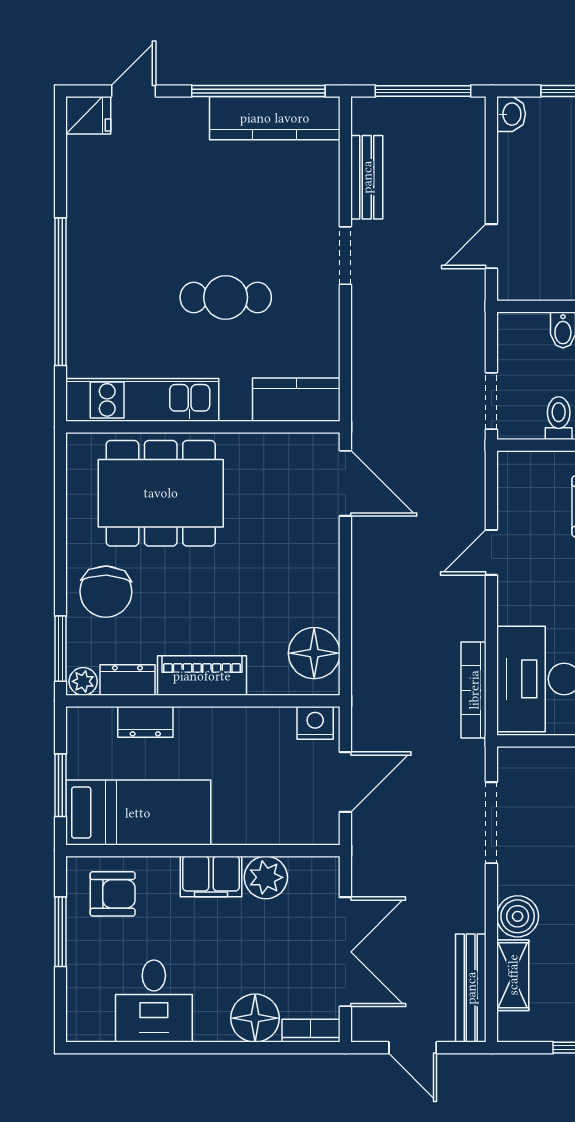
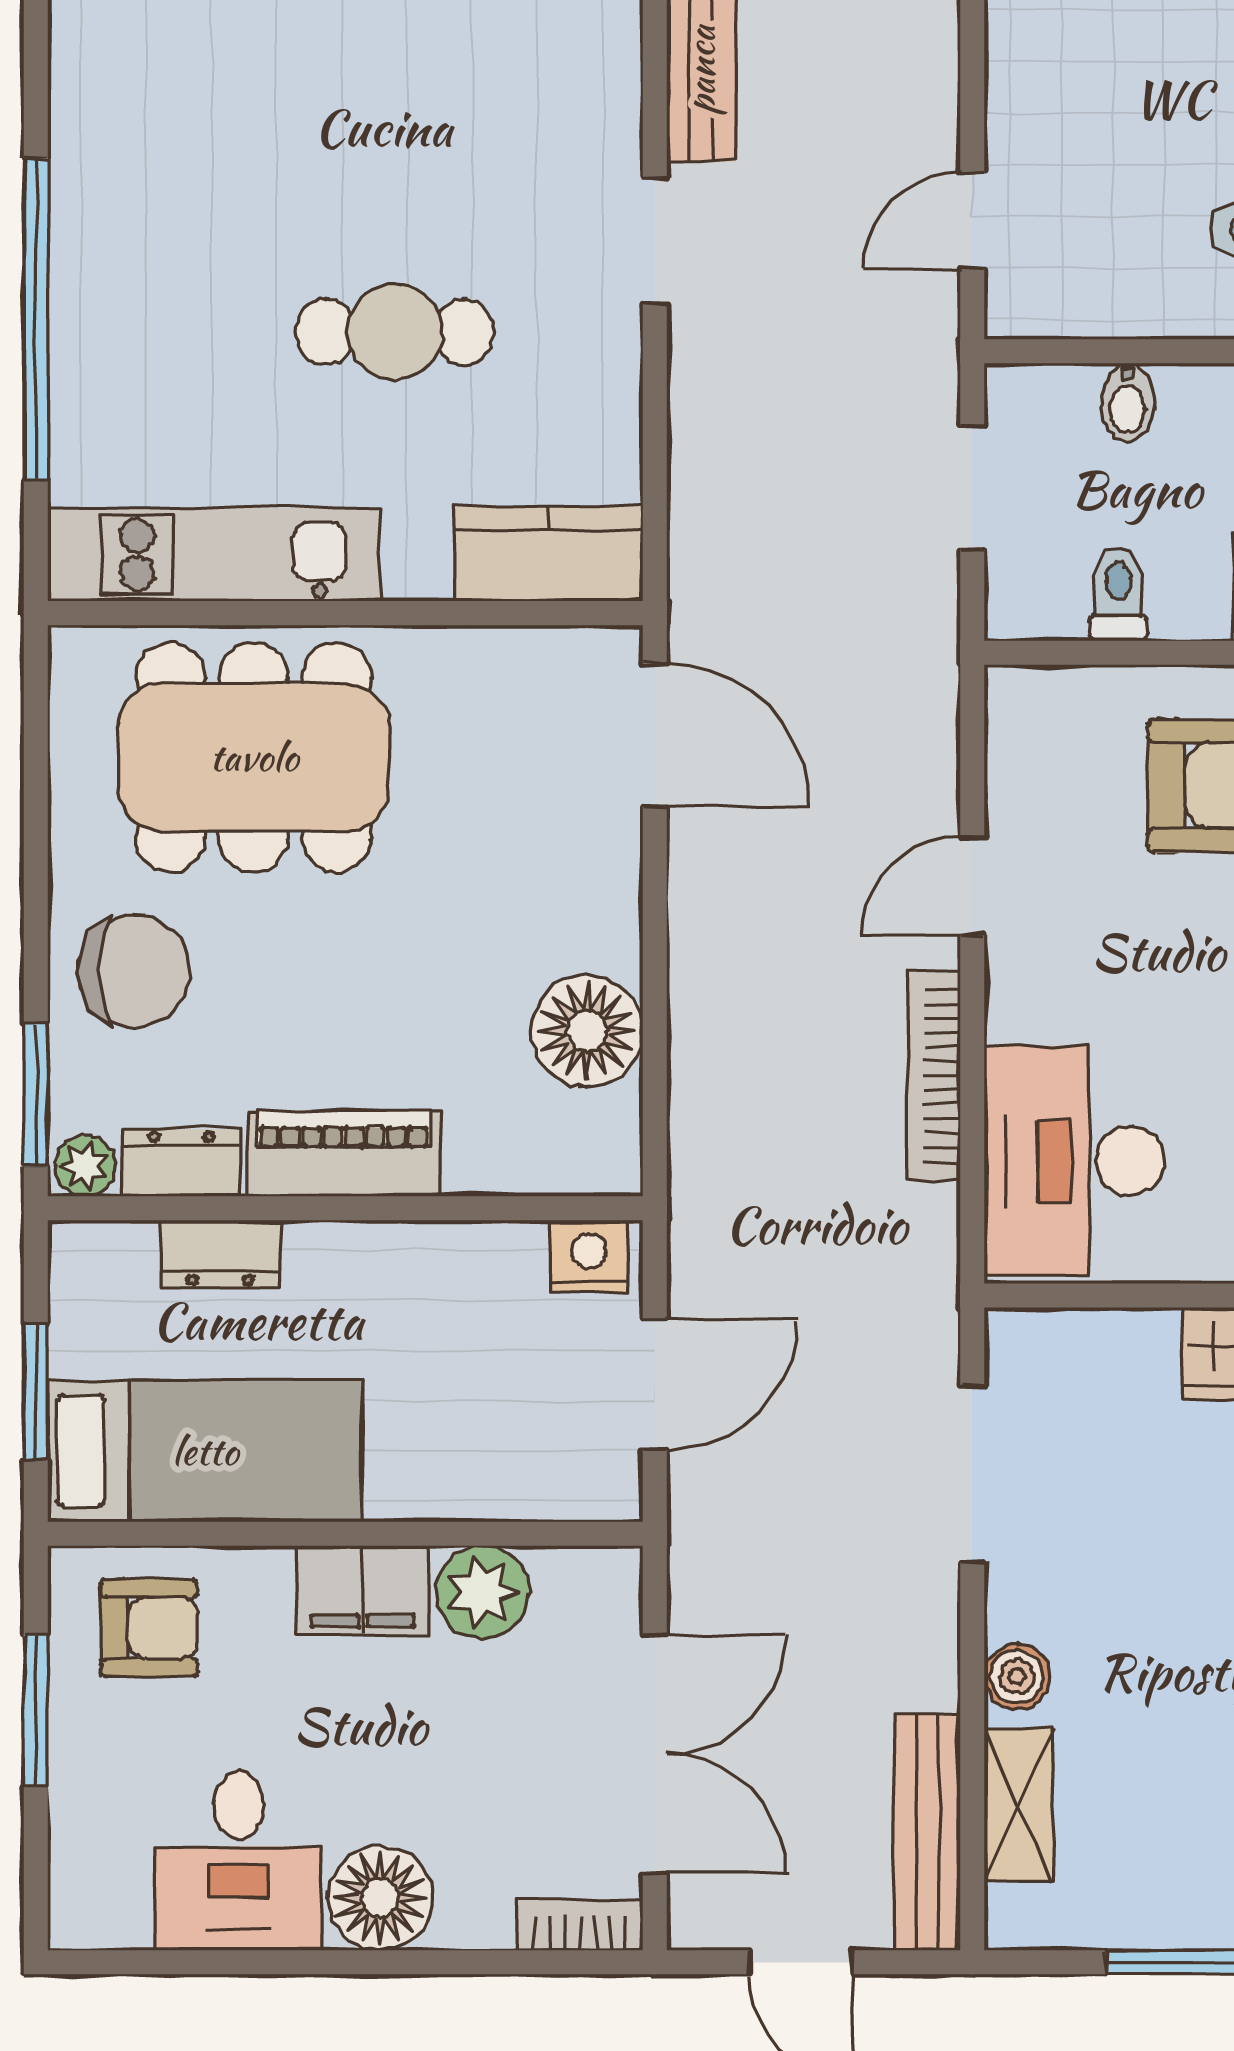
doorway: (491, 401) -> (972, 488), moved
chair: (106, 592) -> (134, 971), turned -92
floor lamp: (314, 653) -> (587, 1031), moved
bookcase: (474, 690) -> (933, 1076), moved
boiler: (518, 916) -> (1017, 1677), width x0.73, depth x0.73
floor lamp: (255, 1018) -> (380, 1898), moved

